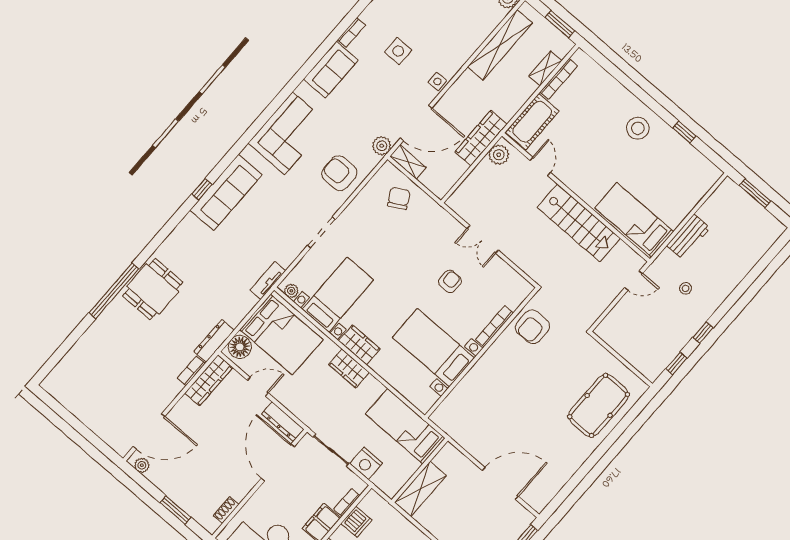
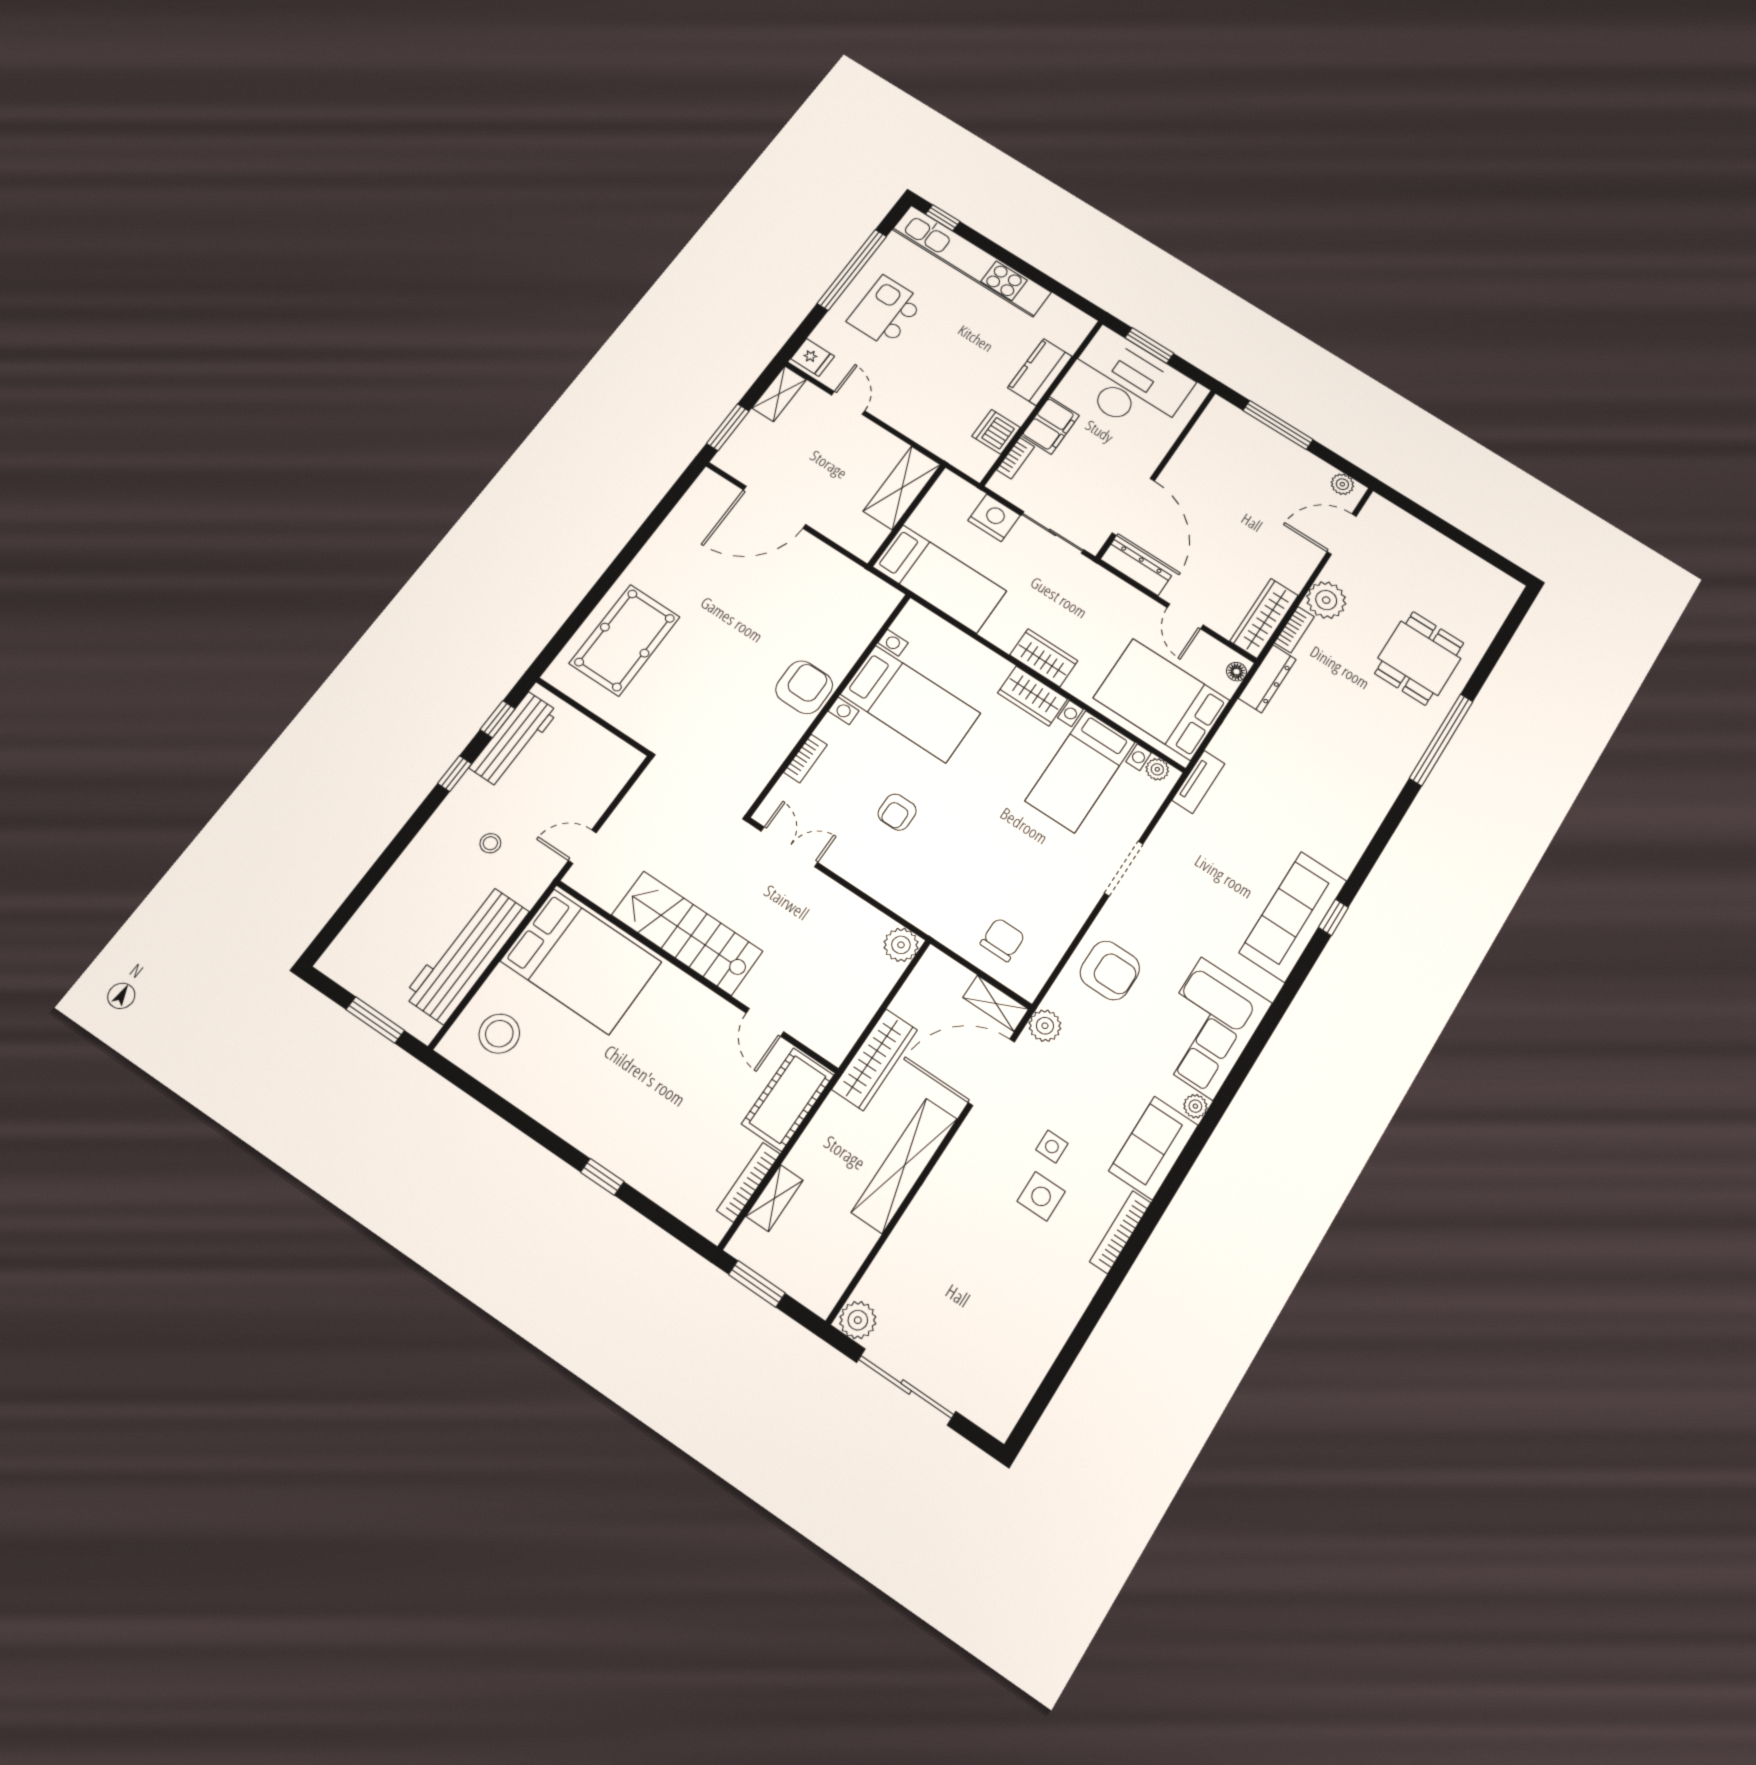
bookcase: (351, 32) -> (1120, 1232), width x1.56
shelving: (500, 45) -> (904, 1165), moved
side table: (437, 81) -> (1052, 1147), moved
plant: (303, 90) -> (1195, 1106), added
stool: (638, 128) -> (499, 1034), moved
window: (684, 132) -> (602, 1177), moved
plant: (499, 155) -> (901, 945), moved
chair: (399, 198) -> (1003, 940), turned -151
bed: (634, 220) -> (581, 961), width x1.50
workbench: (688, 237) -> (466, 954), width x1.88, depth x1.32
double door: (483, 239) -> (789, 847), moved
dining table: (153, 289) -> (1419, 658), moved
bookcase: (494, 326) -> (805, 758), width x0.64
armchair: (532, 327) -> (804, 687), moved
floor lamp: (240, 347) -> (1237, 672), width x0.53, depth x0.53
workbench: (668, 350) -> (514, 740), added
door: (258, 387) -> (1185, 616), hinge flipped
plant: (167, 388) -> (1326, 600), added
door: (149, 431) -> (1342, 534), width x0.73
window: (176, 510) -> (1278, 425), width x1.44
shoe rack: (226, 510) -> (1201, 431), removed

